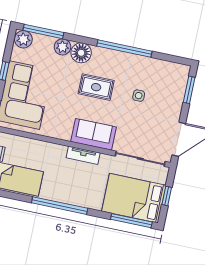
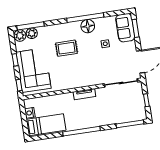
plant: (62, 47) -> (32, 33), moved
floor lamp: (81, 53) -> (88, 26), moved
rug: (96, 87) -> (67, 48), moved
sofa: (94, 134) -> (125, 28), moved, turned -90
bed: (134, 198) -> (126, 109), removed

